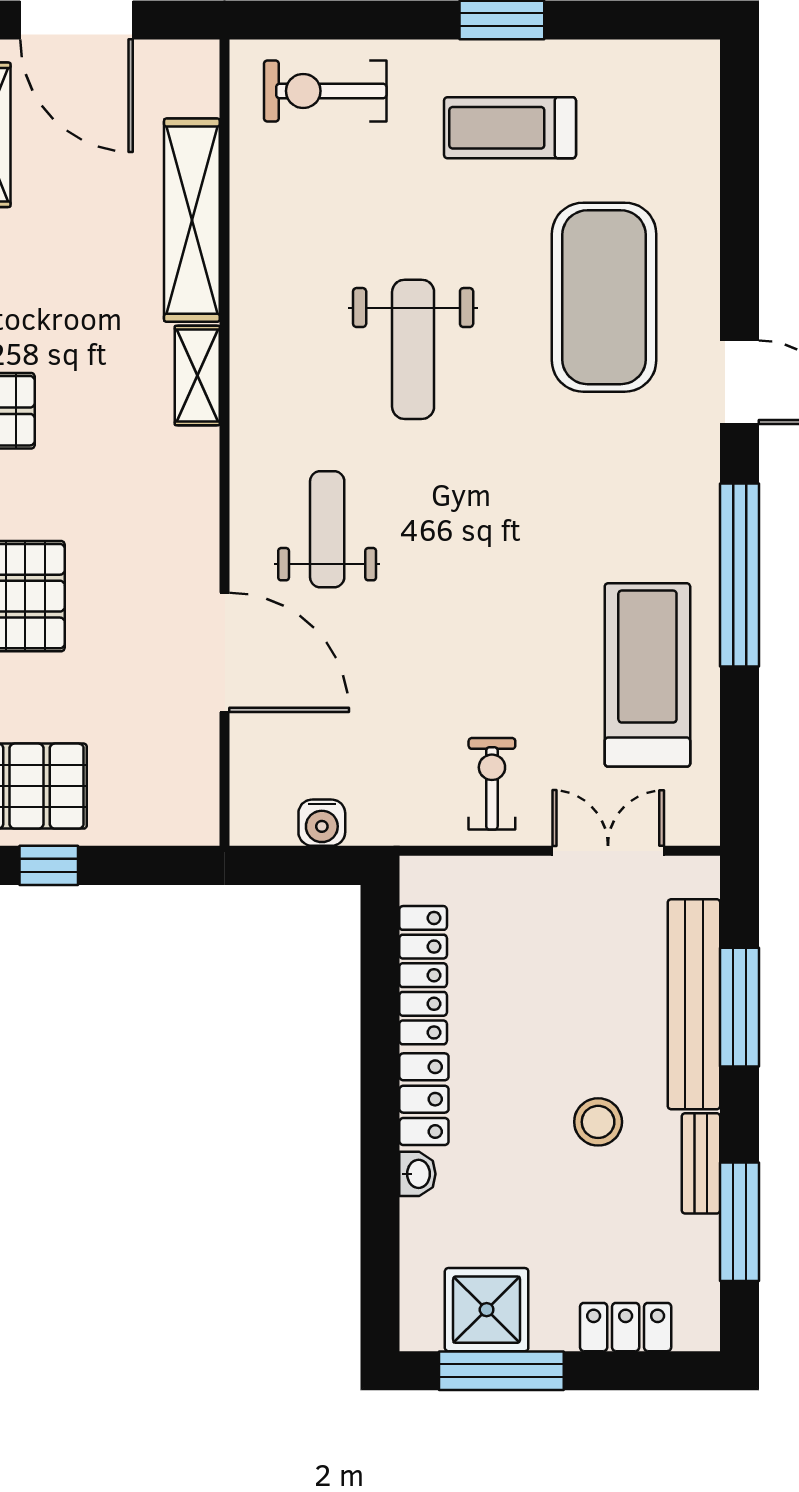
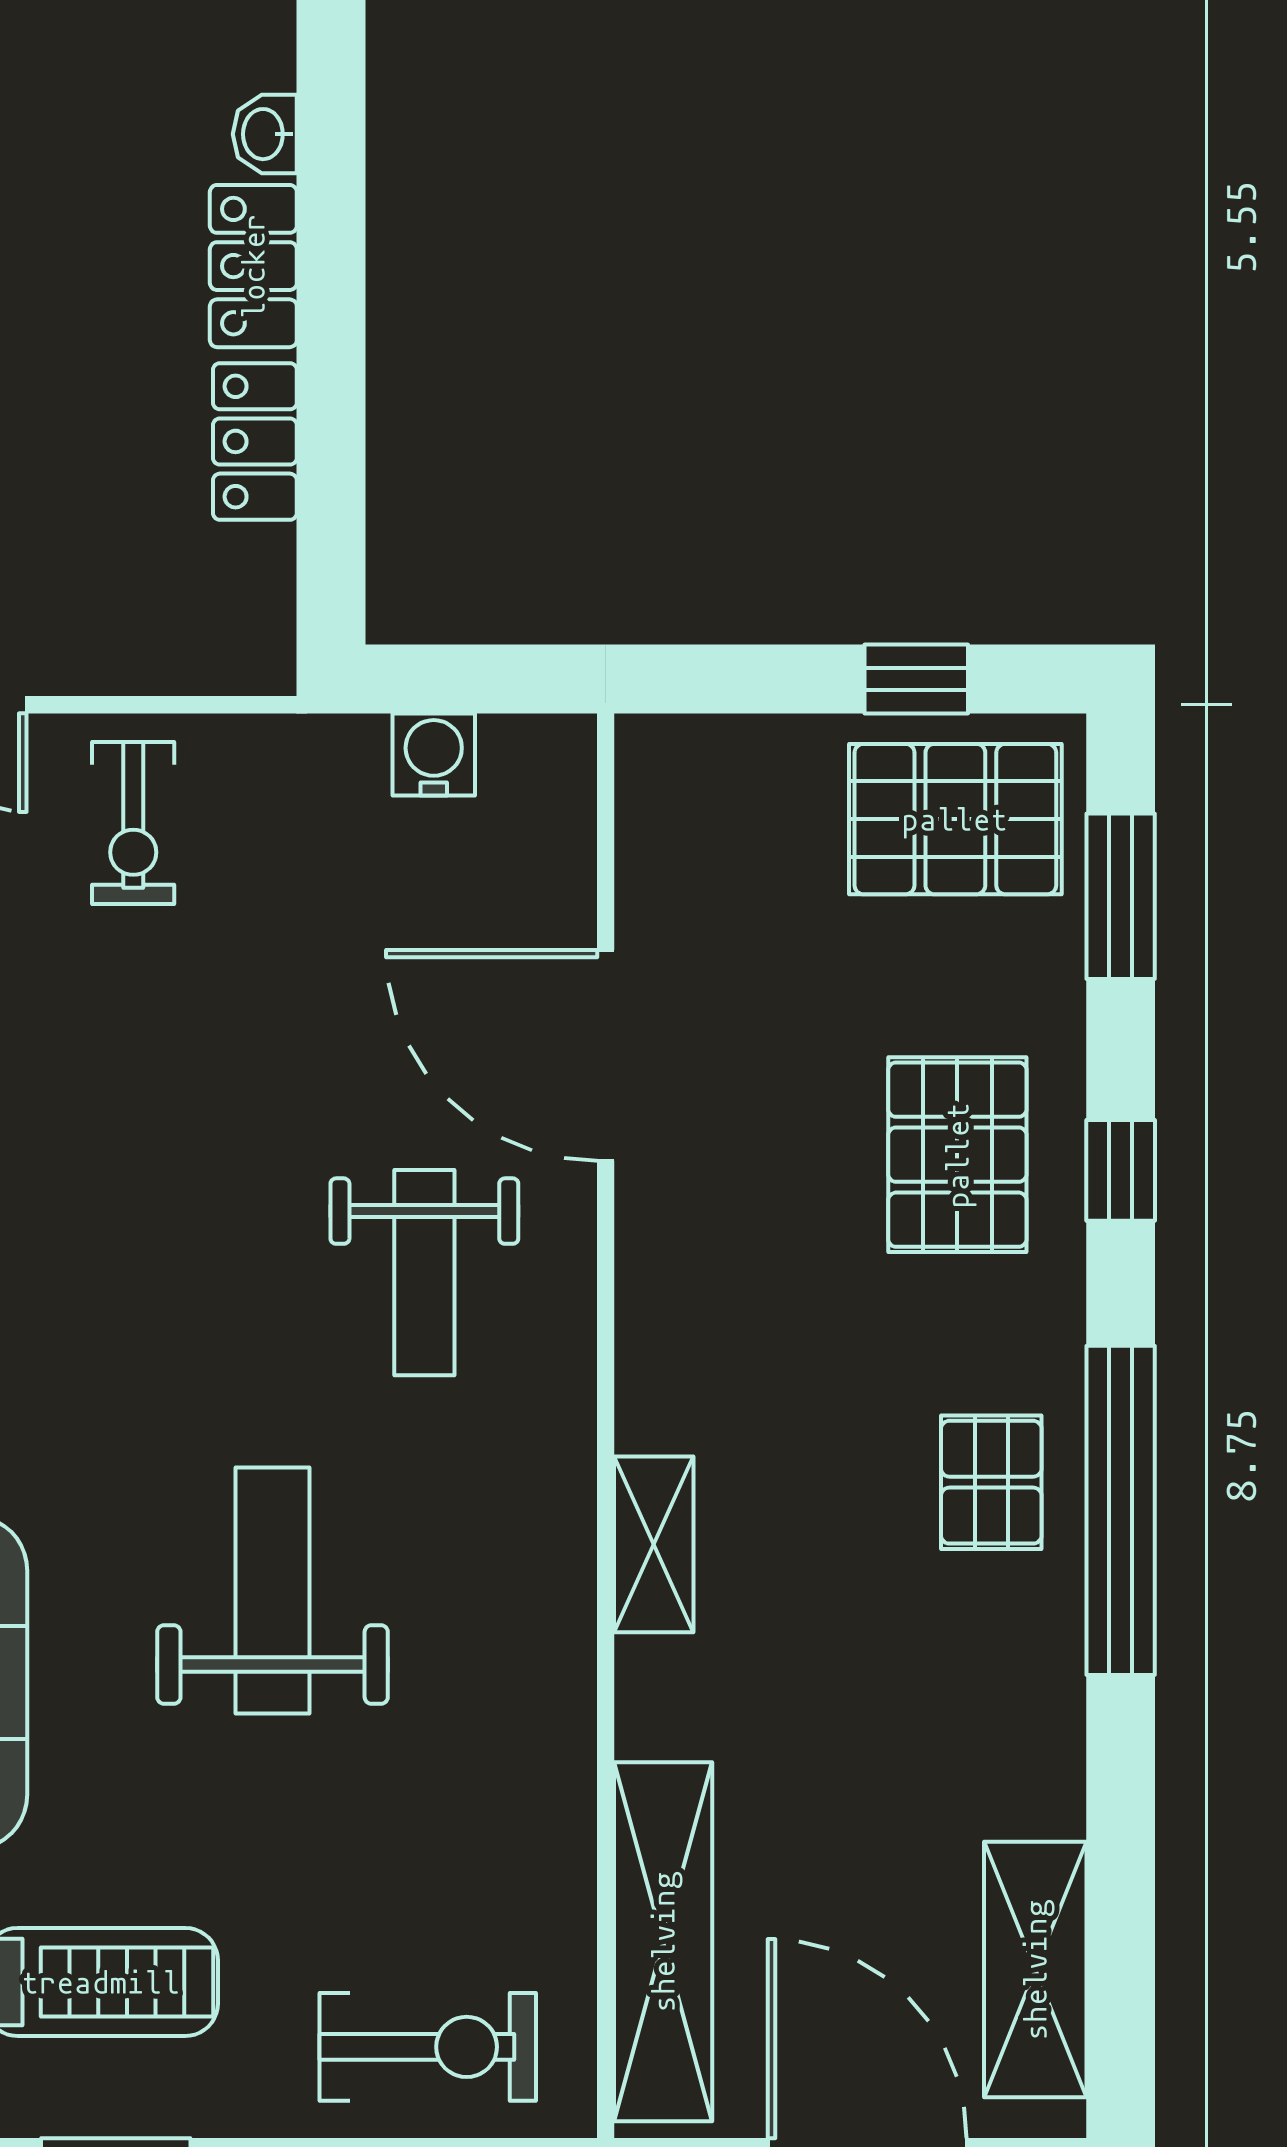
shelving: (192, 220) -> (663, 1942), moved
locker: (423, 975) -> (255, 441), width x0.66

